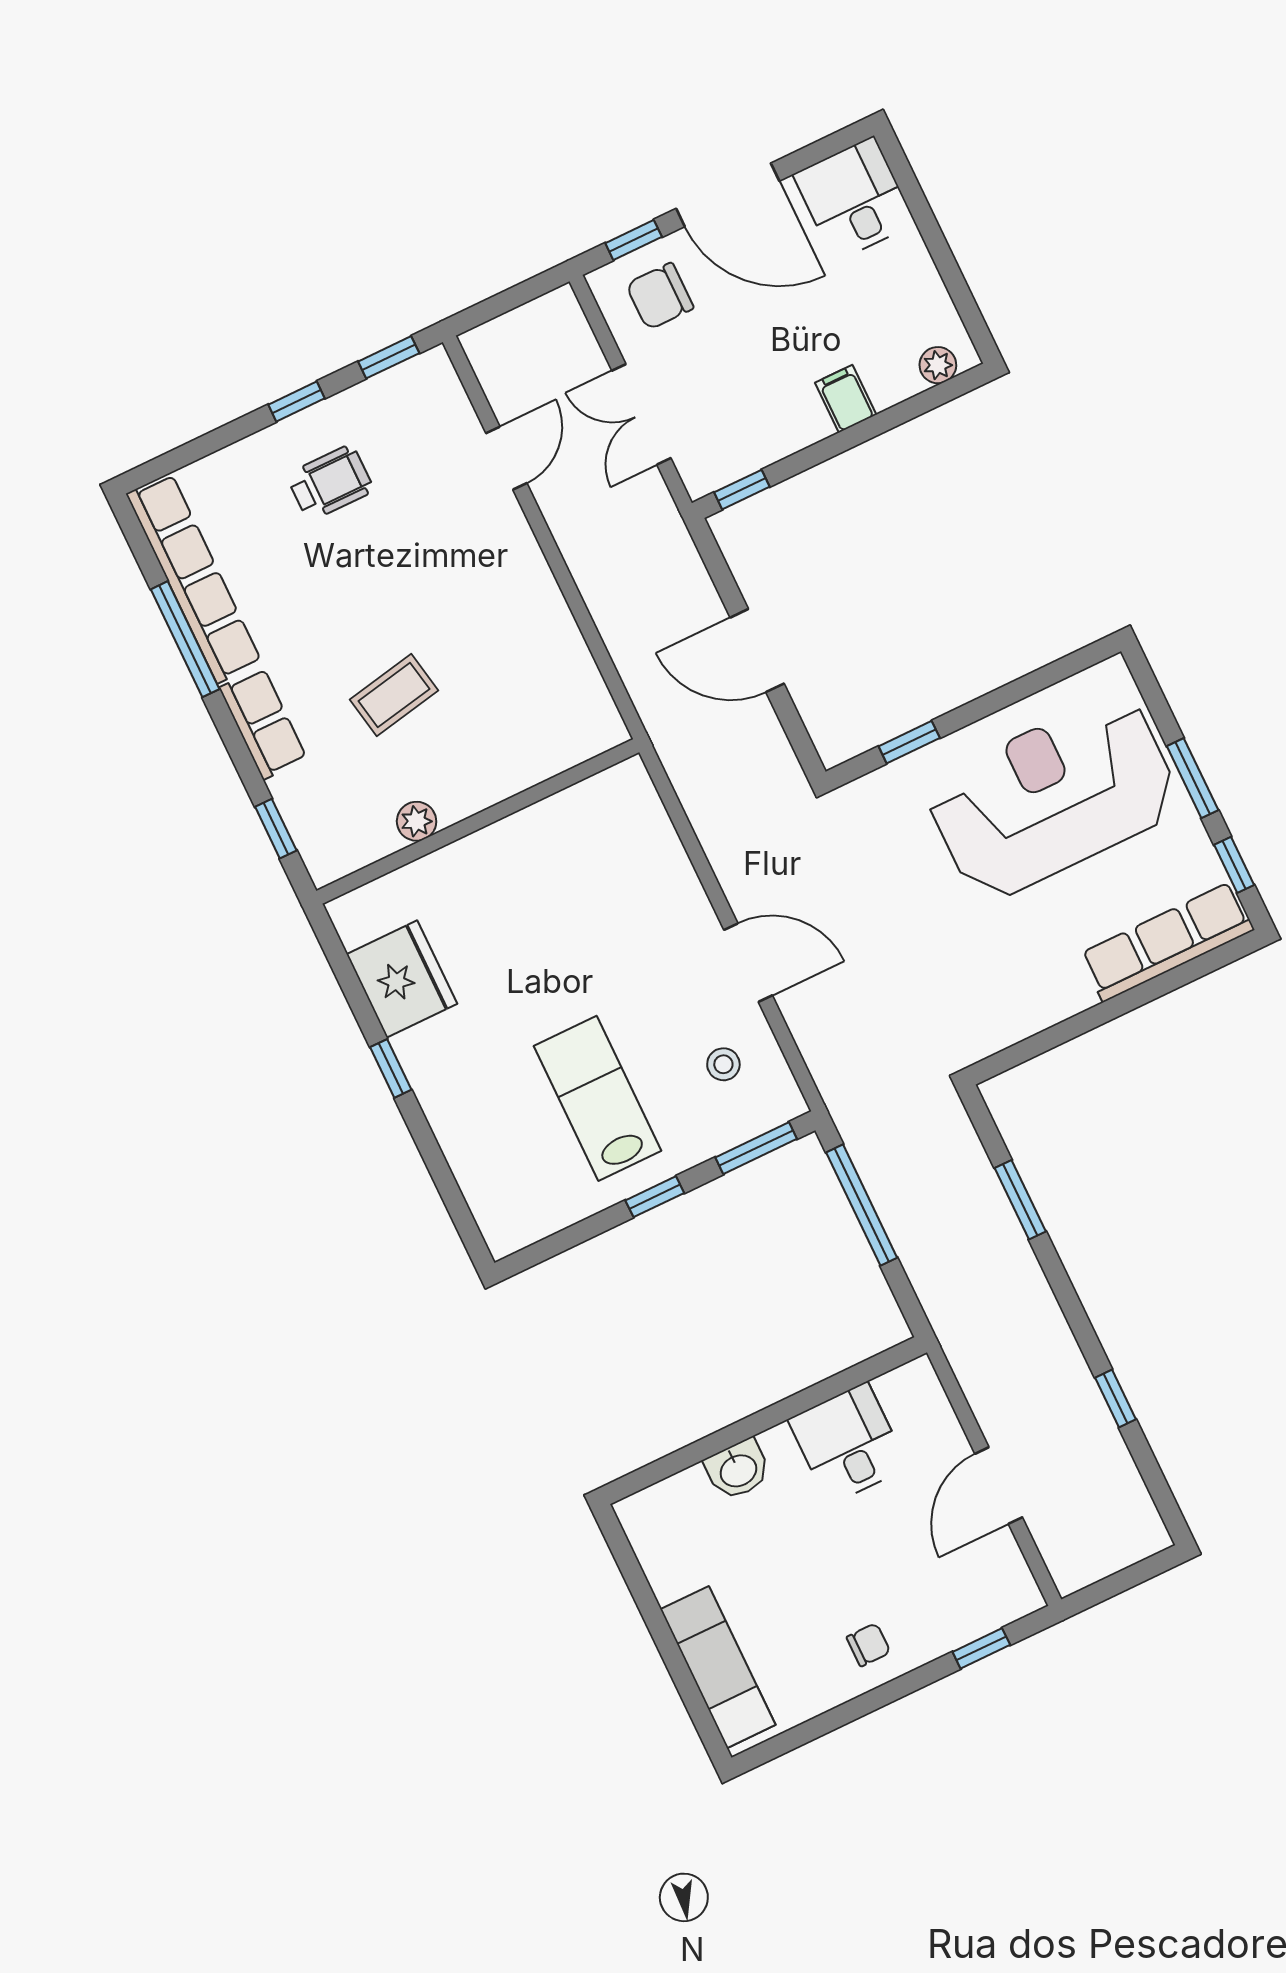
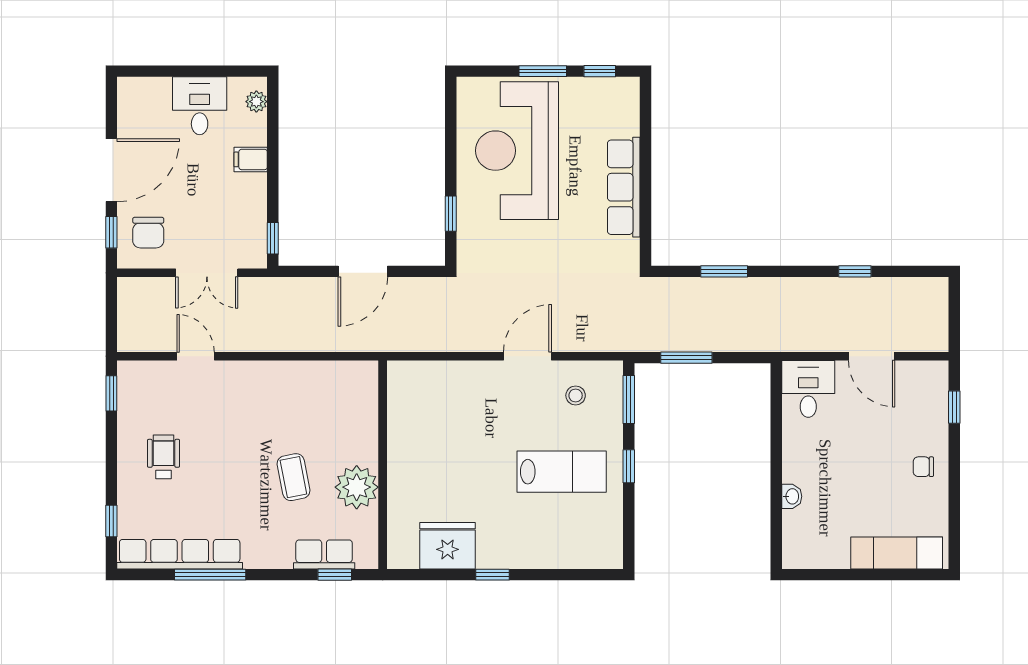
desk: (854, 199) -> (200, 106), moved, turned 90
window: (297, 401) -> (111, 521), moved
row of seats: (263, 723) -> (324, 554), moved
plant: (417, 821) -> (357, 487), width x1.87, depth x1.87
row of seats: (1167, 942) -> (624, 187), moved
lab bench: (597, 1098) -> (562, 472), turned 180
window: (862, 1205) -> (686, 358), width x0.69
desk: (848, 1443) -> (808, 389), moved, turned 90
washbasin: (738, 1470) -> (792, 496), width x0.72, depth x0.69
chair: (868, 1645) -> (923, 467), turned -90

